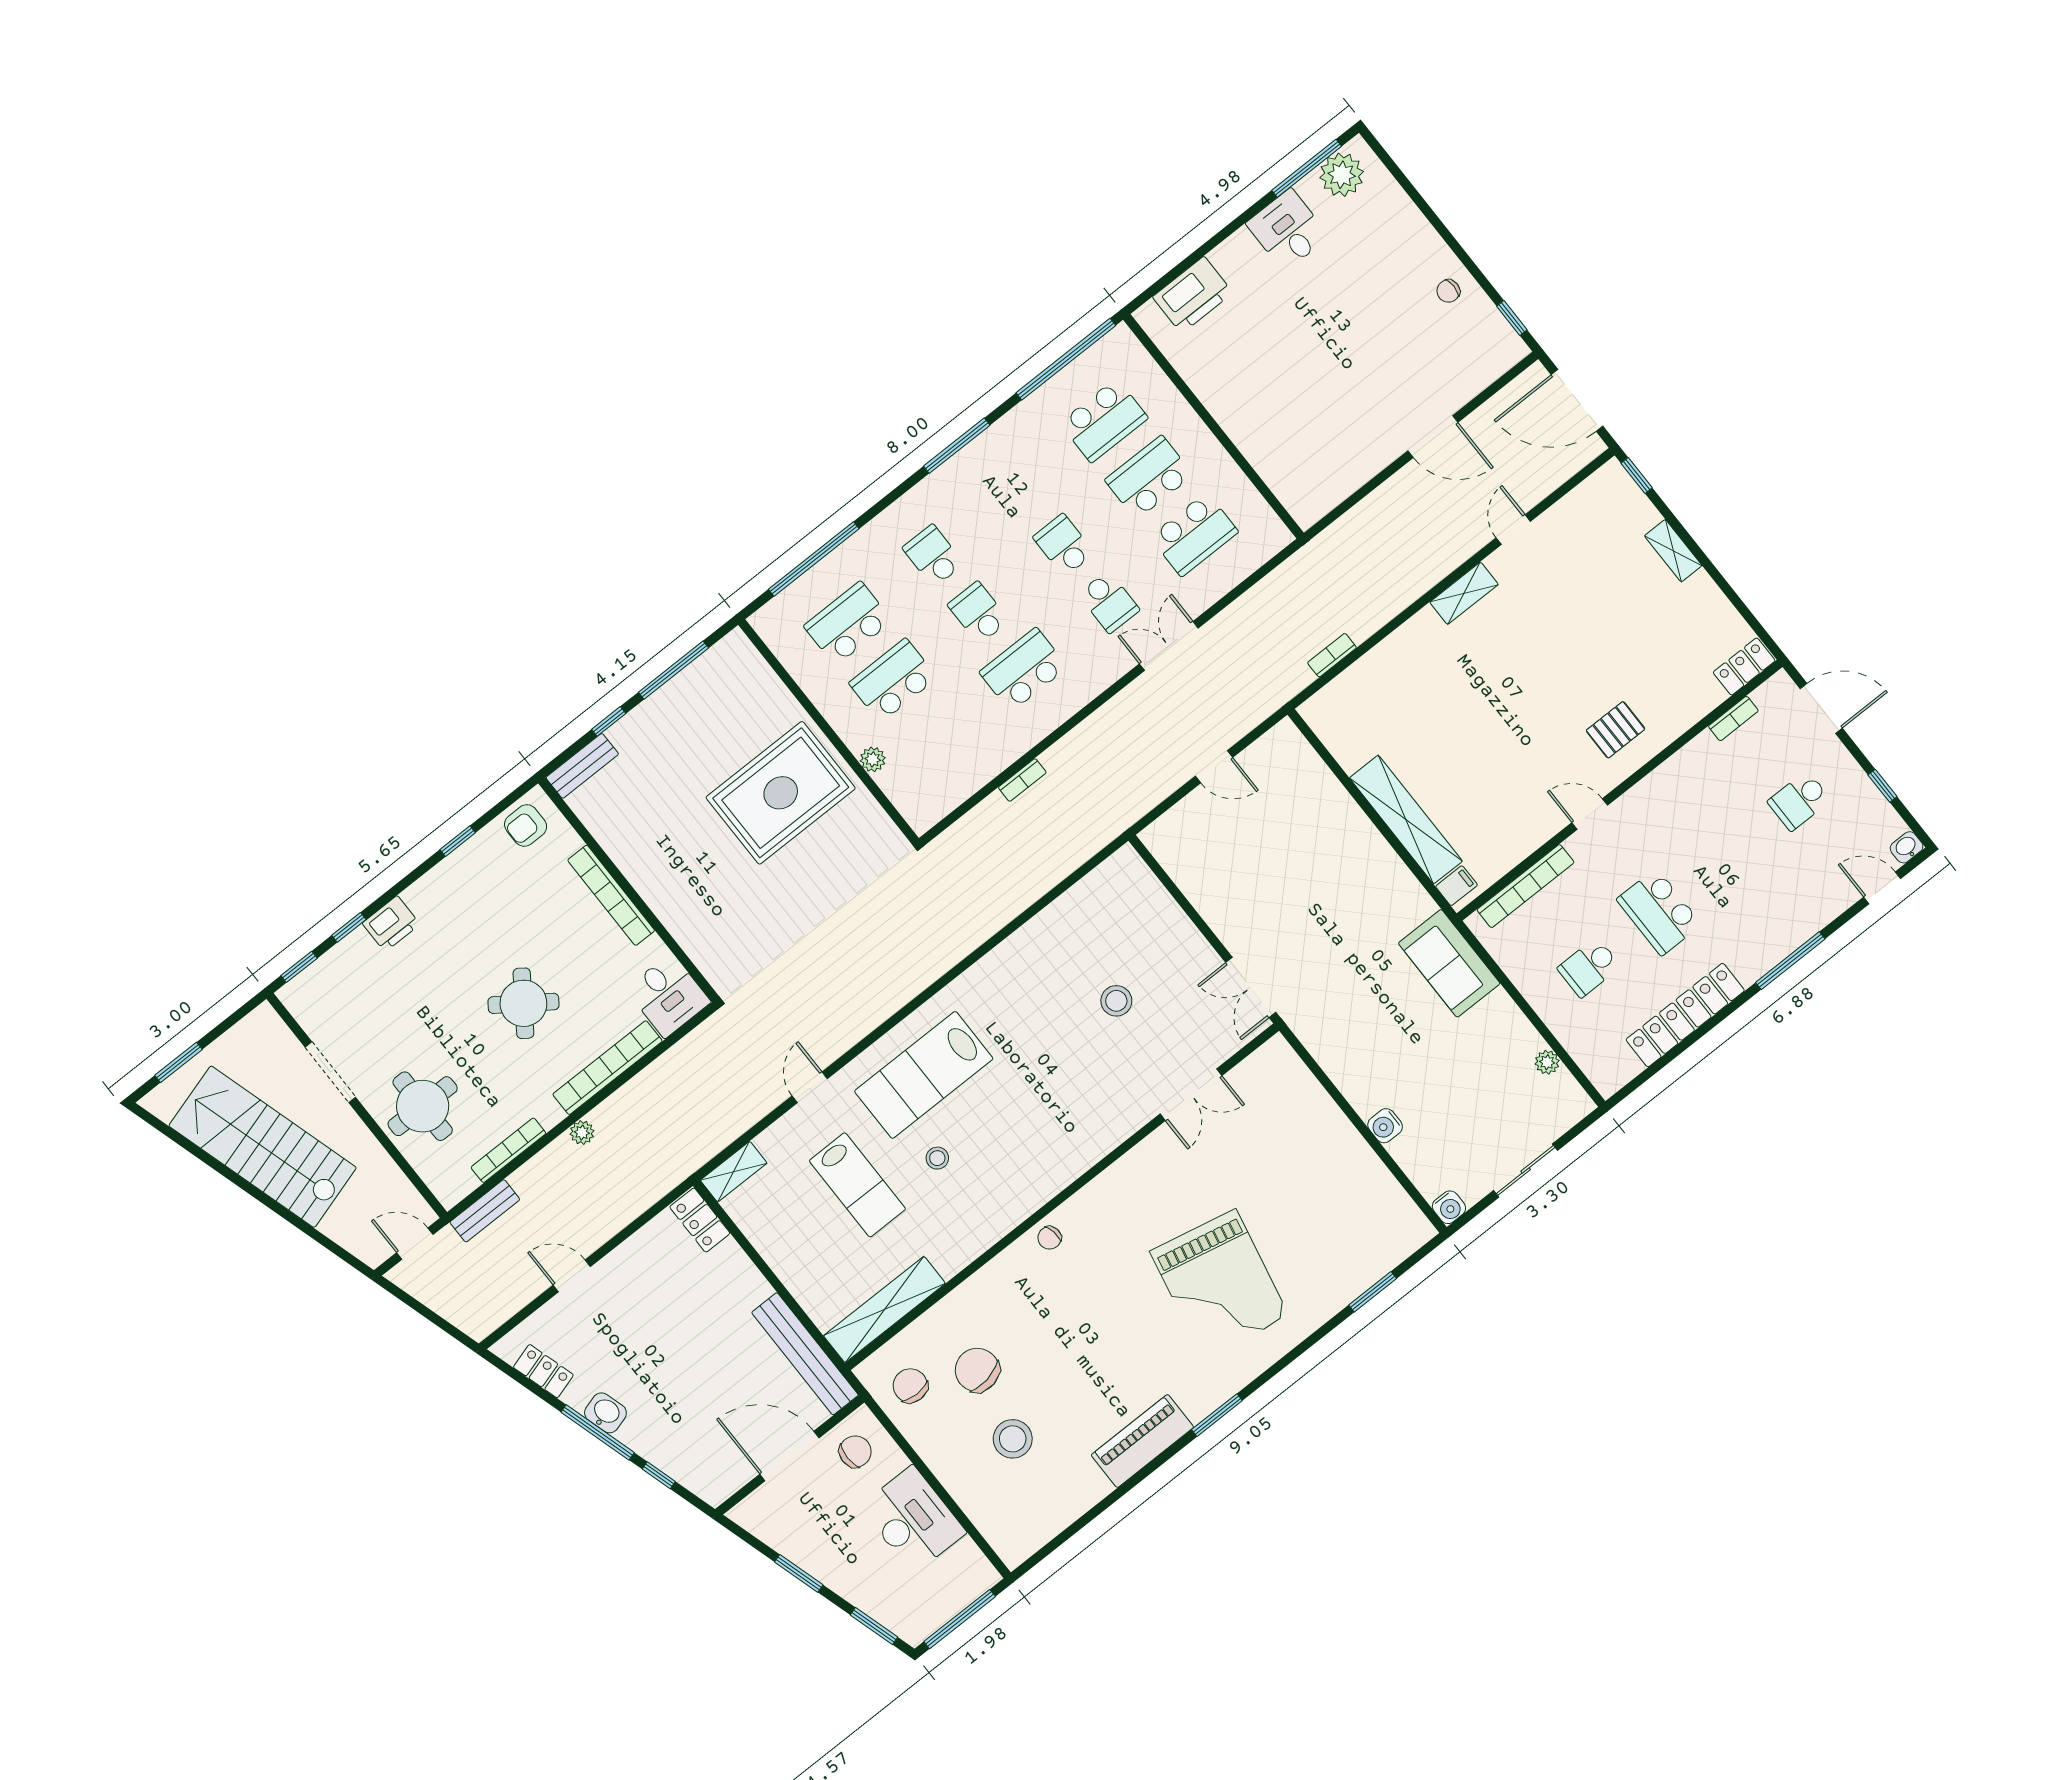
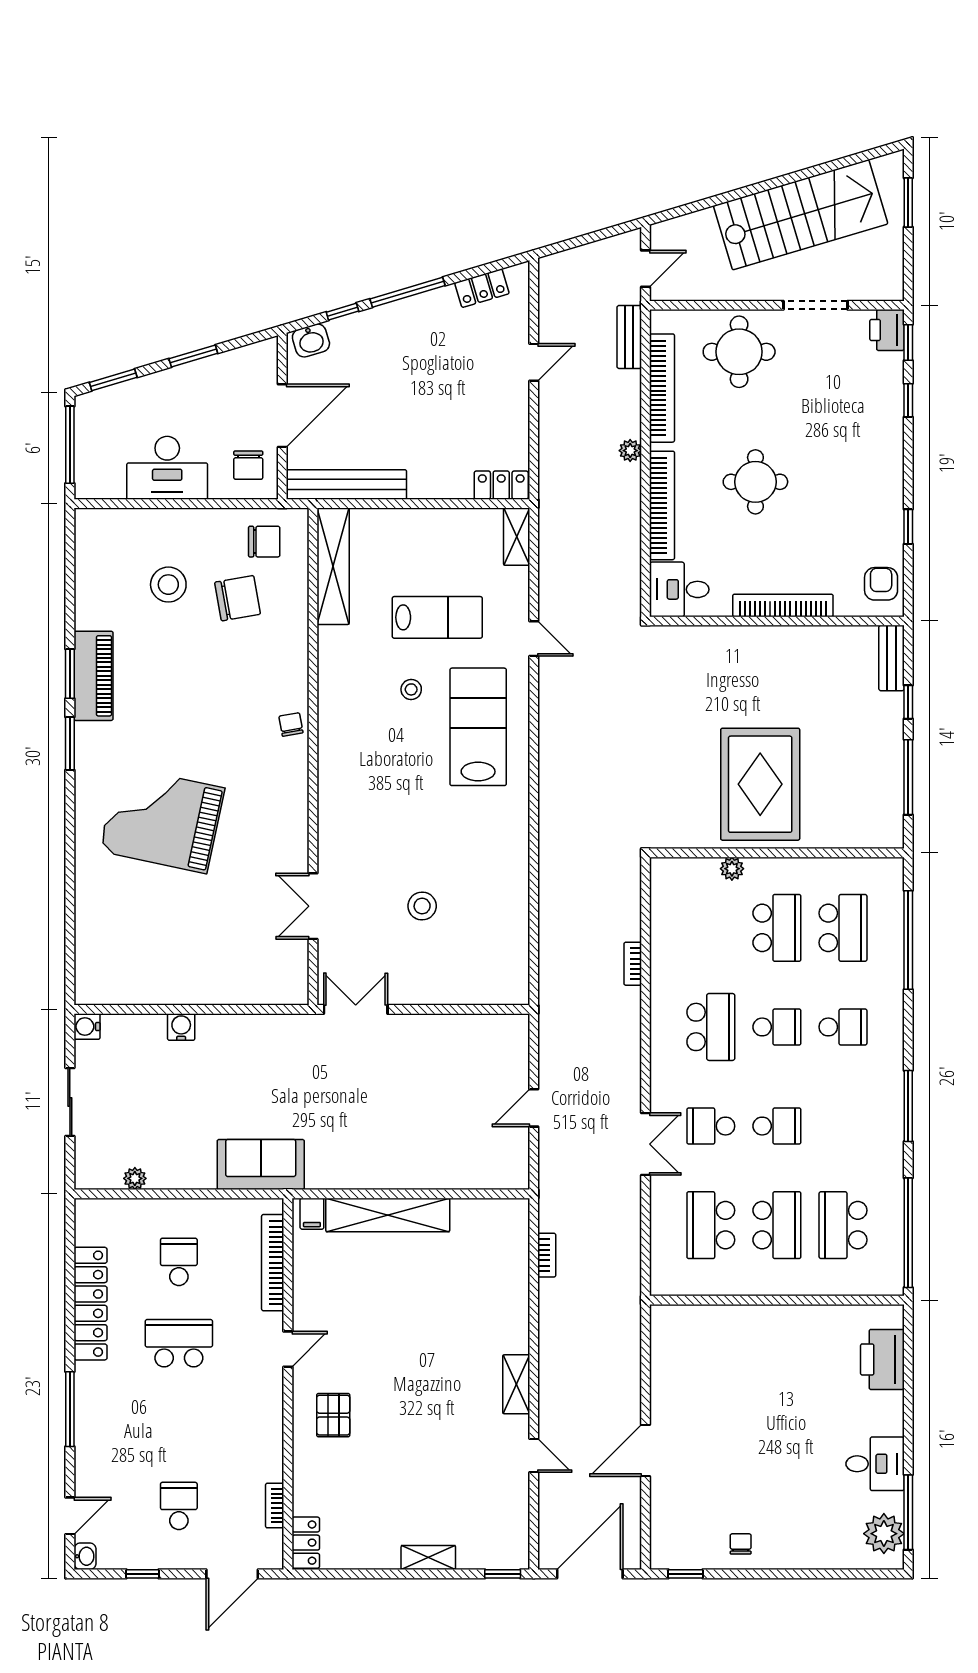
printer: (391, 924) -> (887, 330), moved
round table: (523, 1003) -> (755, 482), turned -35
bookcase: (508, 1150) -> (662, 388), width x1.48, depth x1.31
lab bench: (857, 1185) -> (437, 617), turned 180
window: (1373, 1292) -> (70, 674), moved
washbasin: (605, 1413) -> (311, 340), moved

